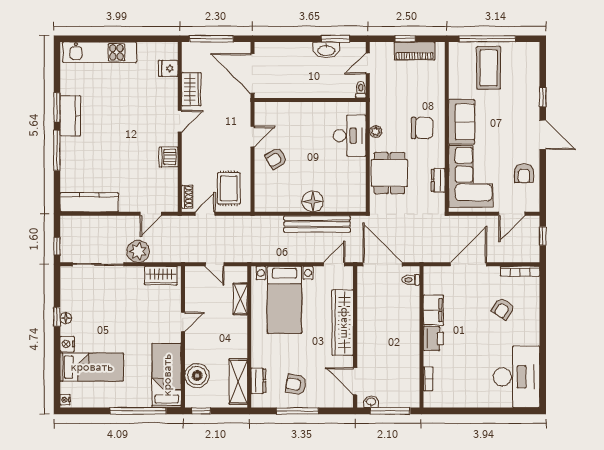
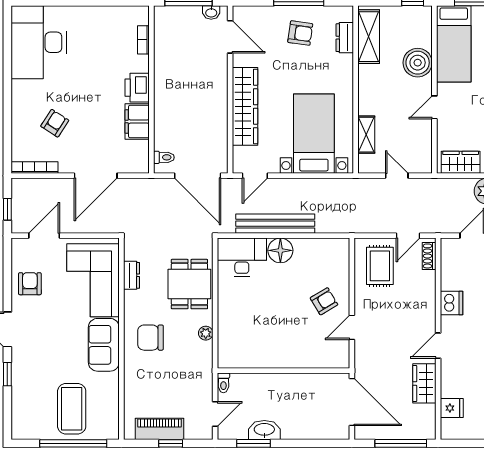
desk: (350, 136) -> (242, 257), moved, turned 90
boiler: (197, 376) -> (418, 63), moved

